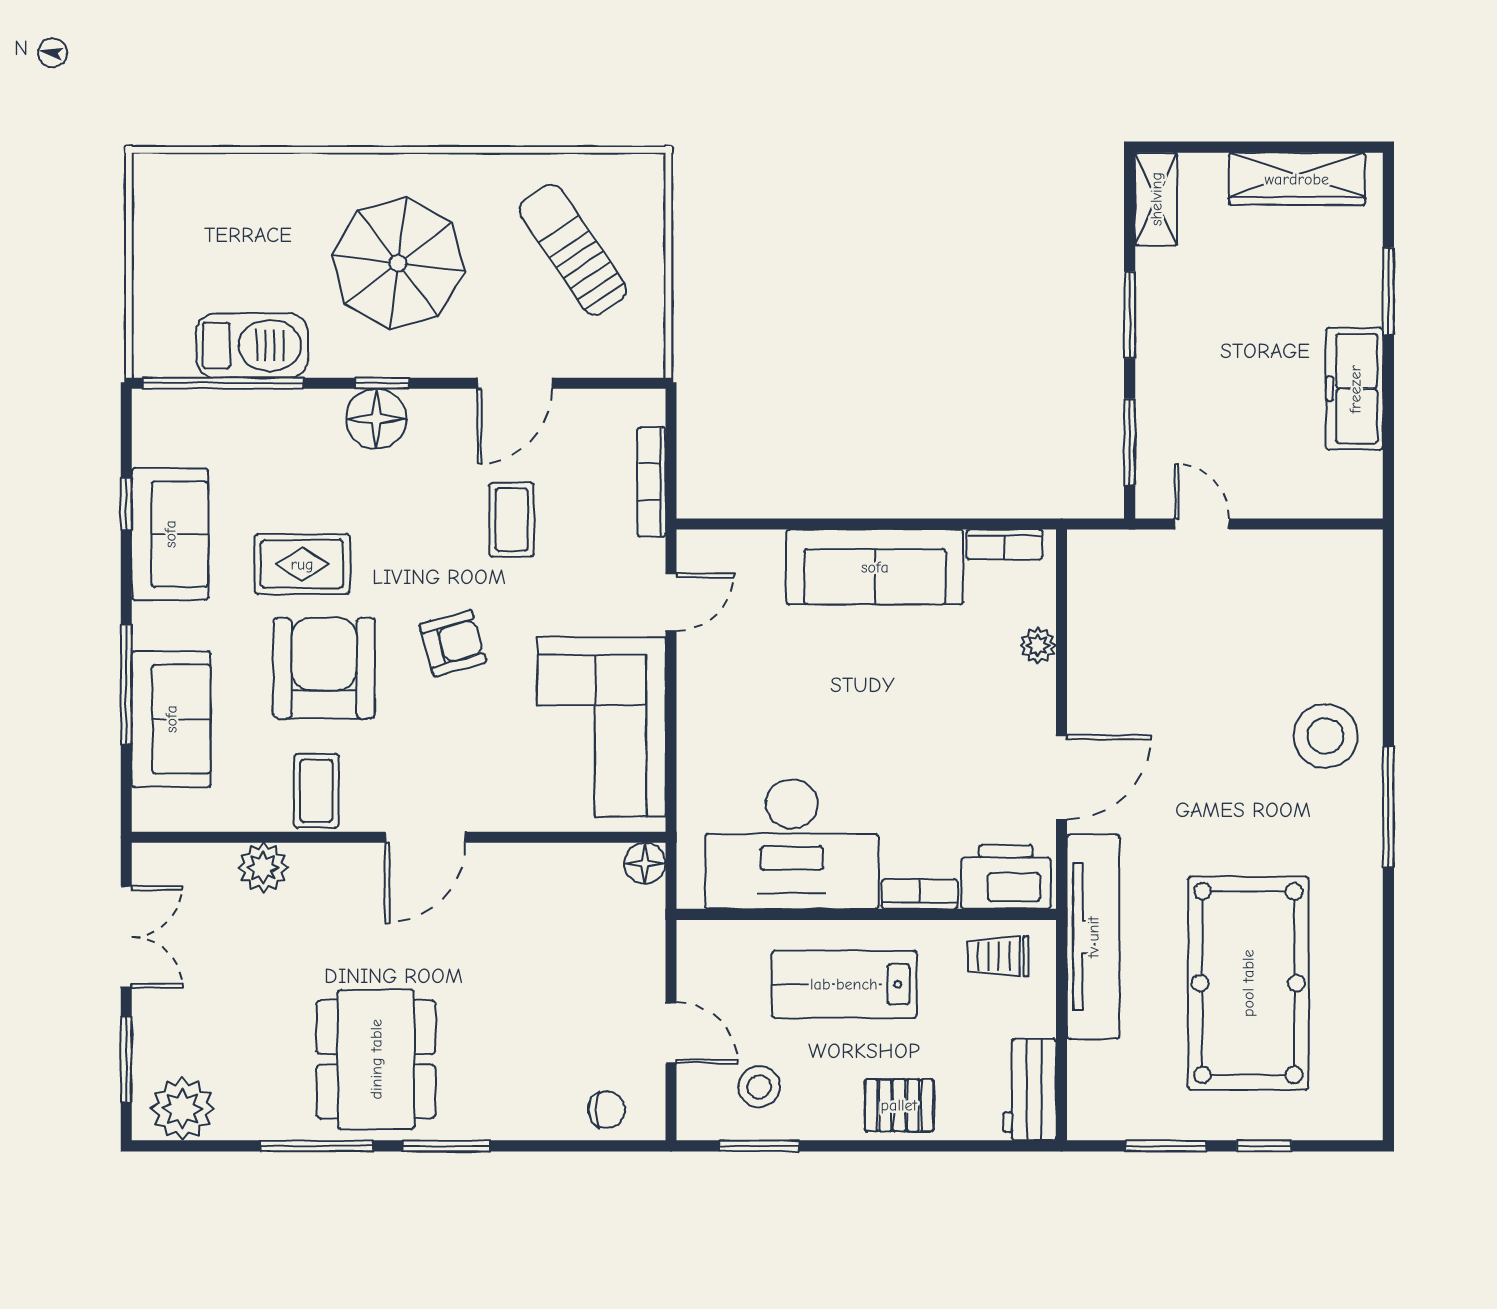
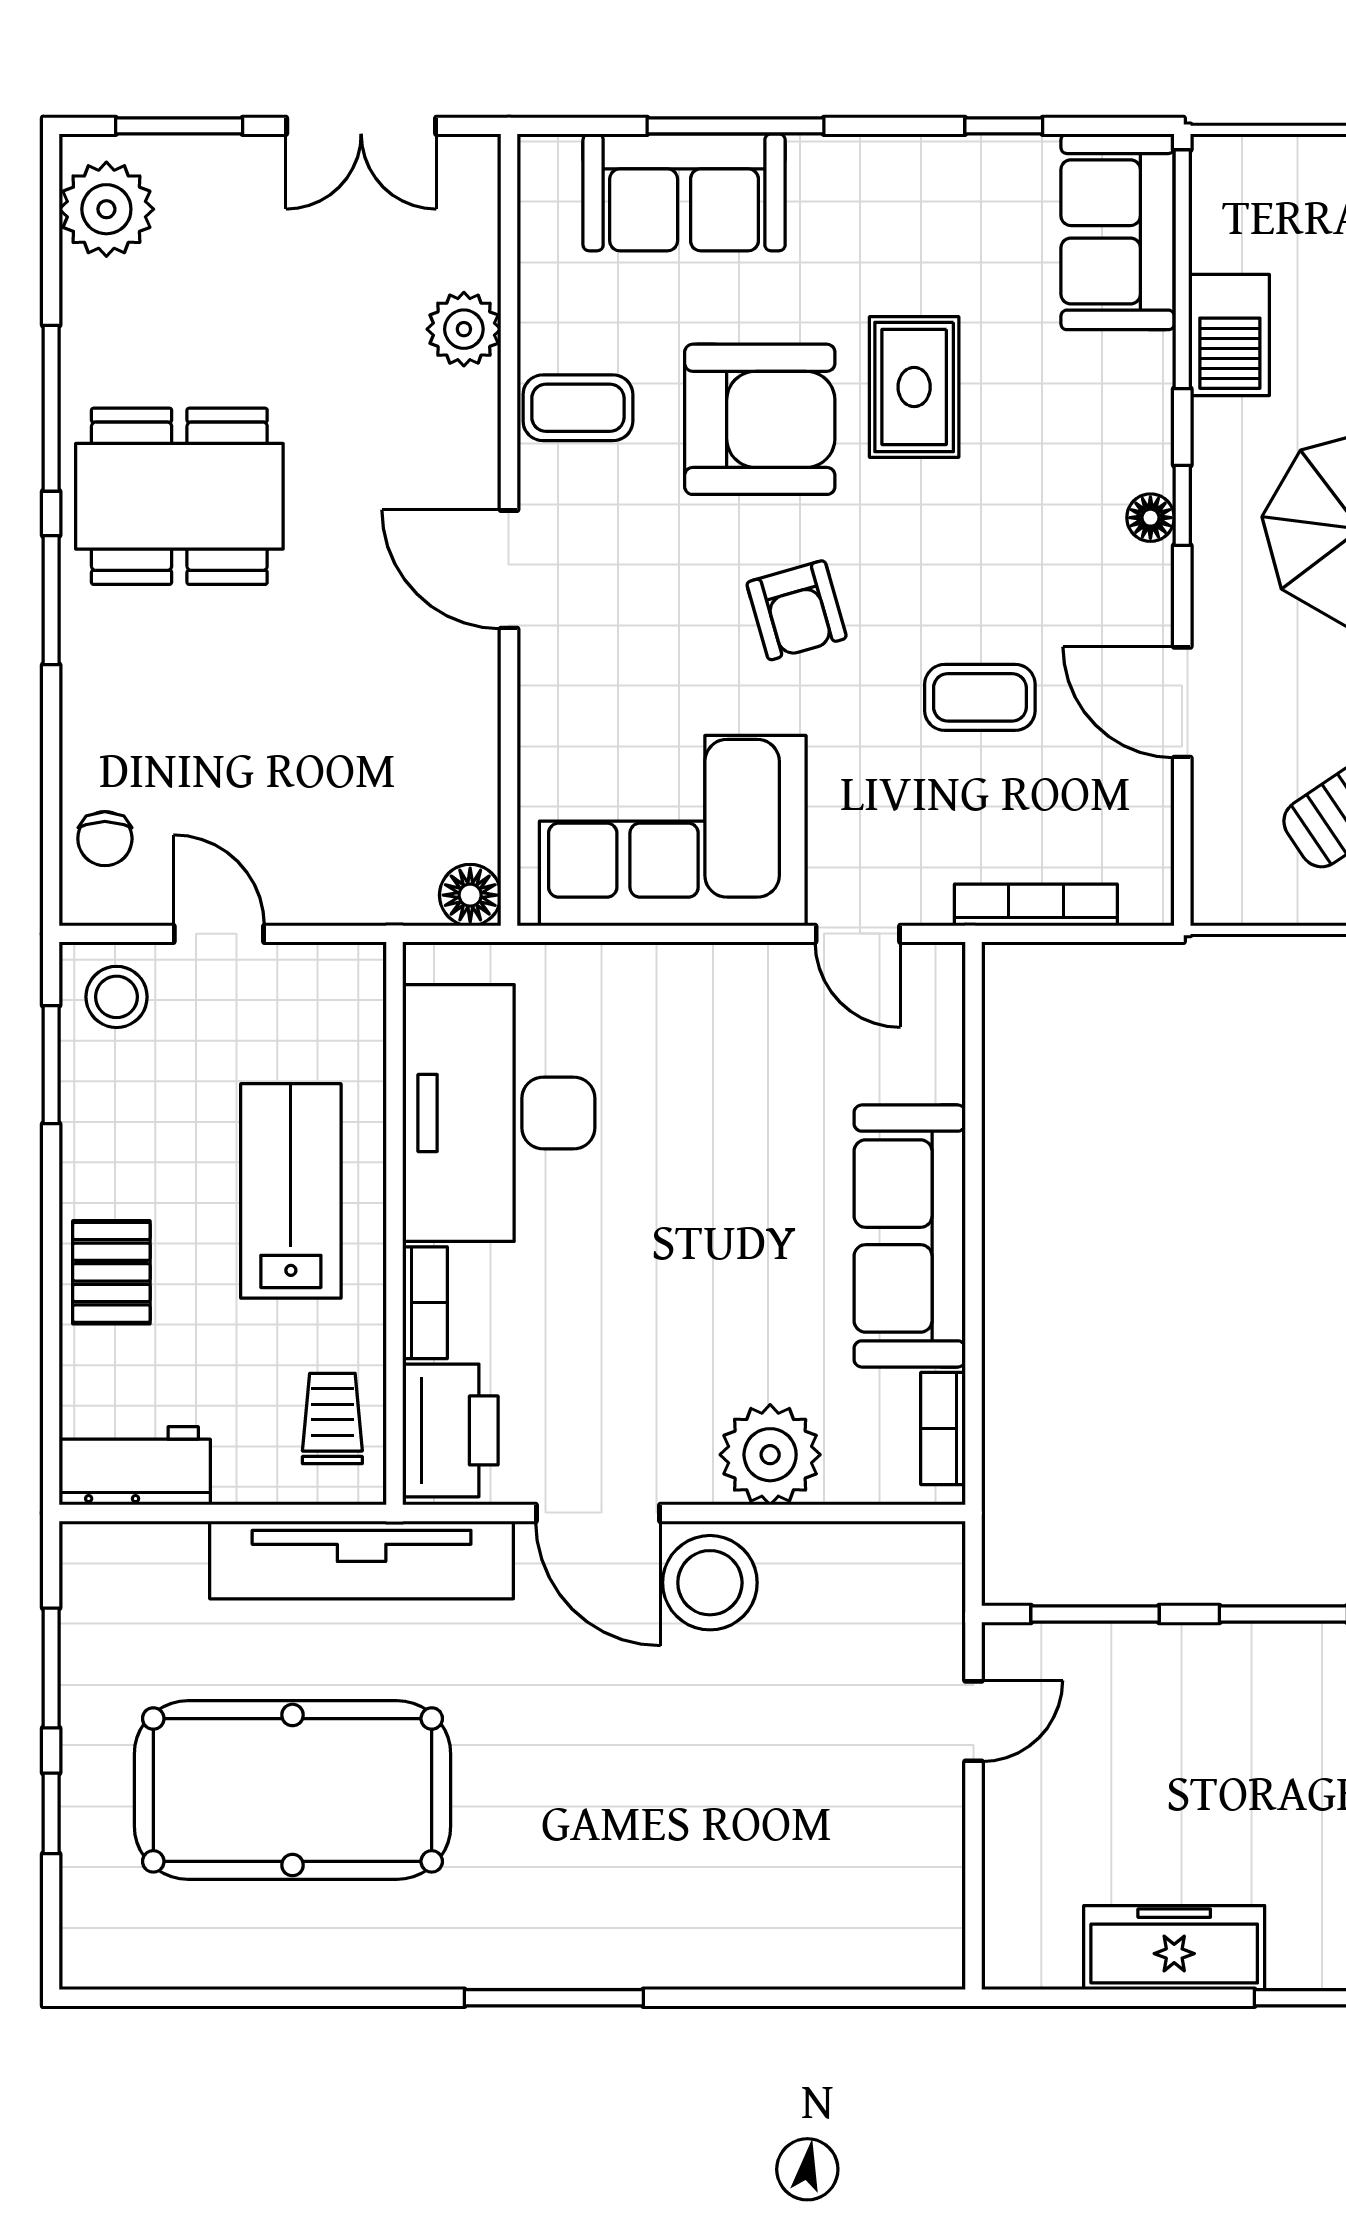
barbecue: (252, 346) -> (1230, 335), width x0.73, depth x0.83
floor lamp: (376, 419) -> (1150, 518), width x0.53, depth x0.53
sofa: (170, 534) -> (1118, 232), moved, turned 90
plant: (1038, 645) -> (770, 1455), width x1.87, depth x1.87
stool: (1326, 736) -> (710, 1583), moved
door: (671, 1033) -> (219, 934), swing flipped
stool: (759, 1087) -> (117, 997), moved

